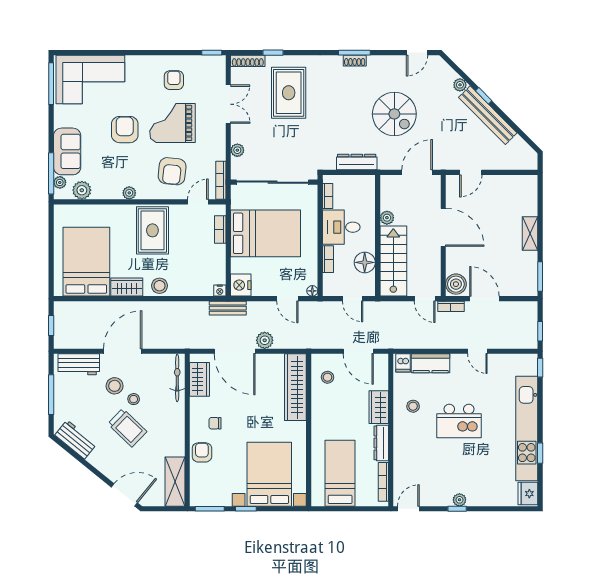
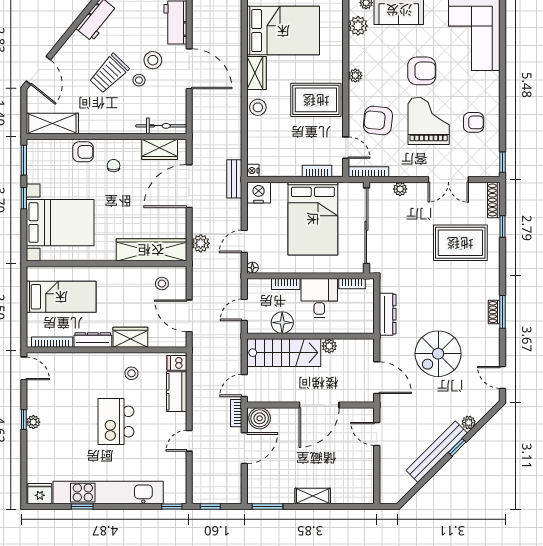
plant: (265, 340) -> (201, 243), moved
door: (358, 351) -> (189, 316), hinge flipped

